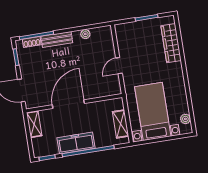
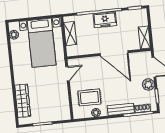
rug: (94, 51) -> (89, 98), added
door: (119, 66) -> (67, 74), moved
plant: (27, 70) -> (148, 84), added
door: (68, 104) -> (114, 53), hinge flipped
freezer: (76, 143) -> (105, 20), width x0.71

